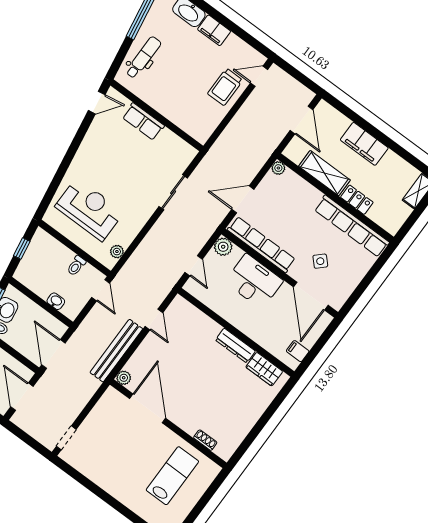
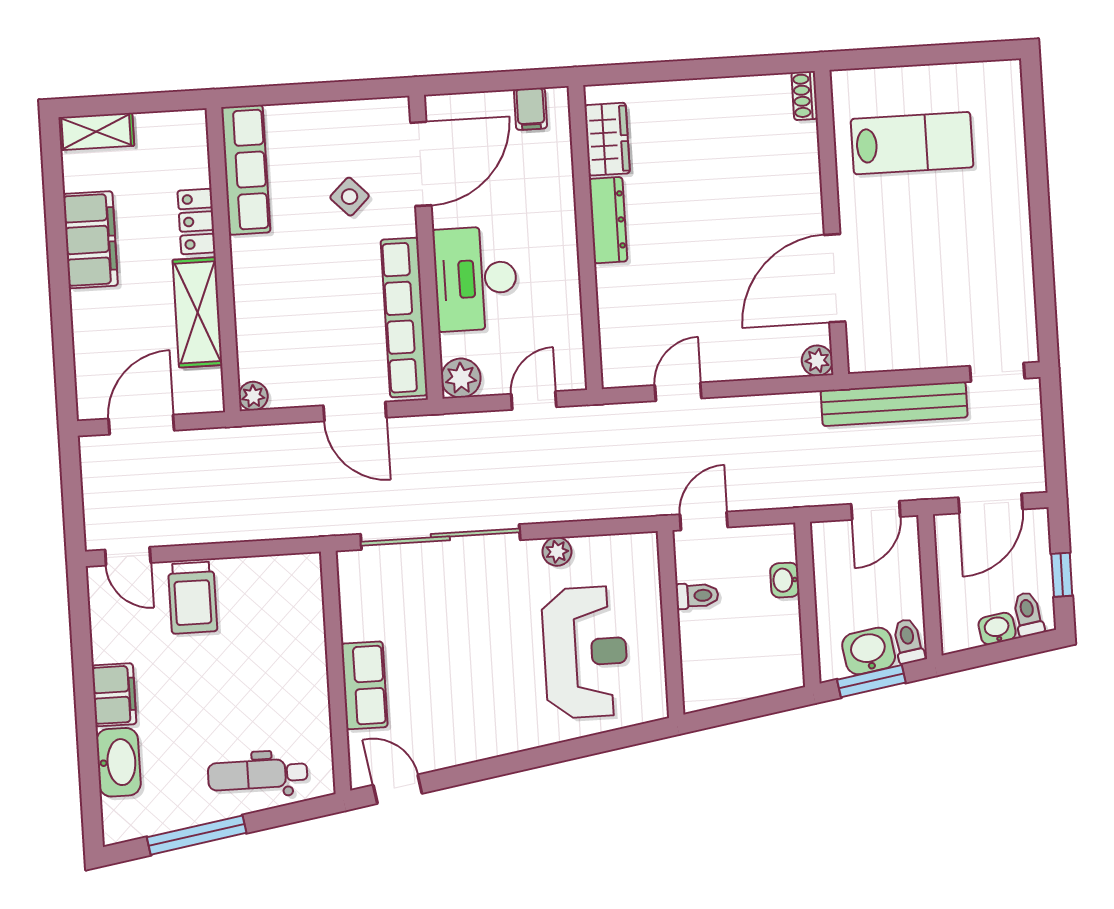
trolley: (225, 87) -> (193, 598), turned 90
filing cabinet: (364, 144) -> (90, 240), moved
sliding door: (173, 192) -> (440, 537), width x1.86
reception desk: (89, 209) -> (585, 652), turned 180
row of seats: (352, 226) -> (246, 170), width x0.73
window: (22, 249) -> (745, 710), removed
plant: (117, 252) -> (557, 552), moved
bench: (116, 351) -> (894, 404), moved
door: (53, 354) -> (876, 510), width x0.73
shoe rack: (205, 440) -> (805, 96), moved
lab bench: (172, 476) -> (912, 143), turned 180

